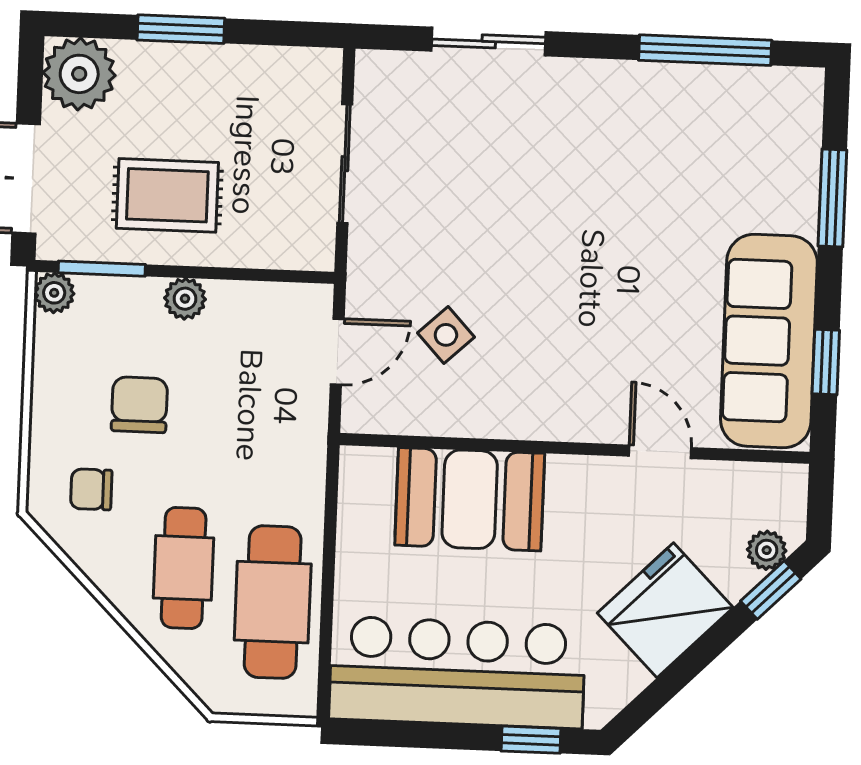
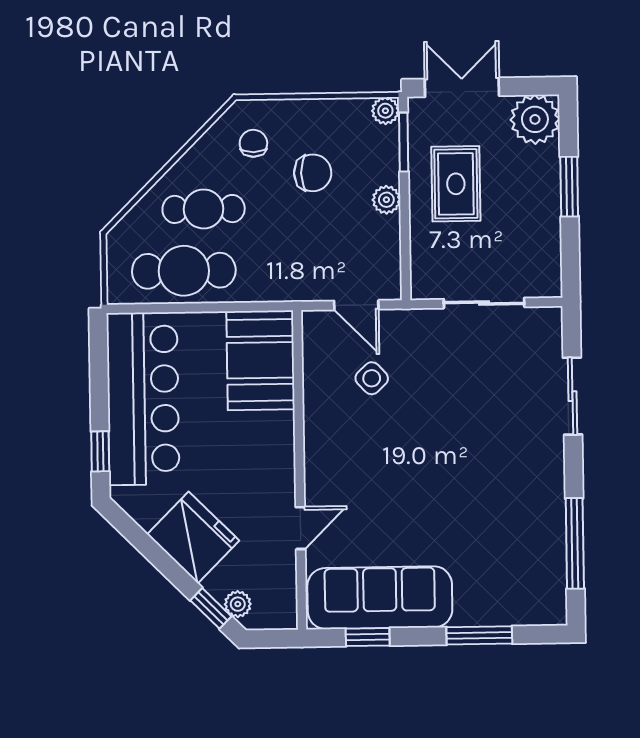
booth: (470, 499) -> (260, 360), moved

